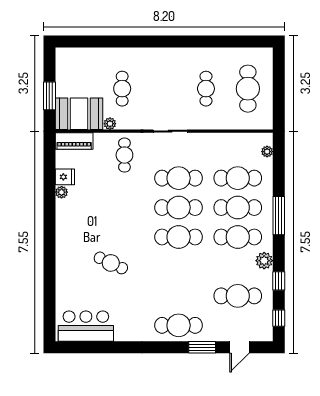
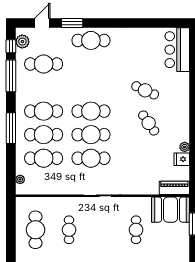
plant: (110, 124) -> (146, 202), removed
cafe table: (124, 155) -> (149, 123), moved, turned -35
plant: (264, 261) -> (22, 42), moved
window: (279, 281) -> (11, 76), width x2.17
bar counter: (86, 326) -> (177, 50), moved, turned 90

